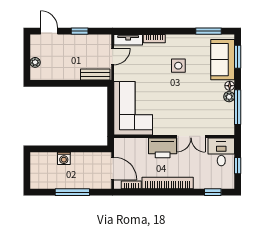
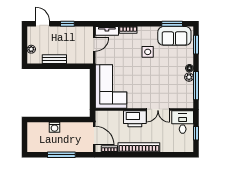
sofa: (223, 60) -> (174, 36), moved, turned -90
bench: (95, 75) -> (54, 59), moved
window: (213, 192) -> (176, 155), removed

